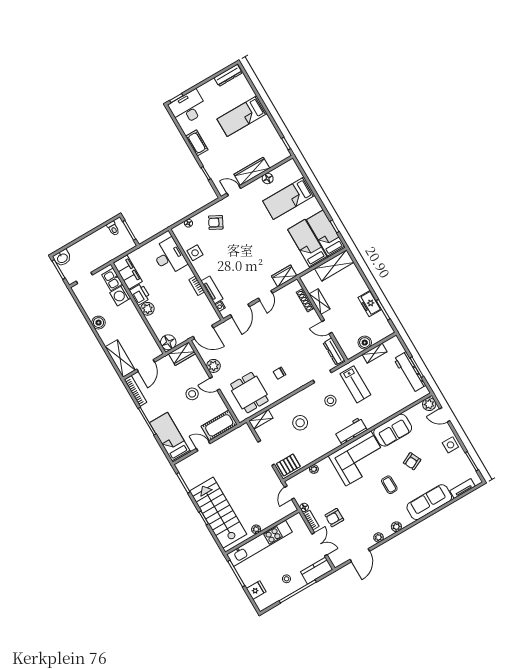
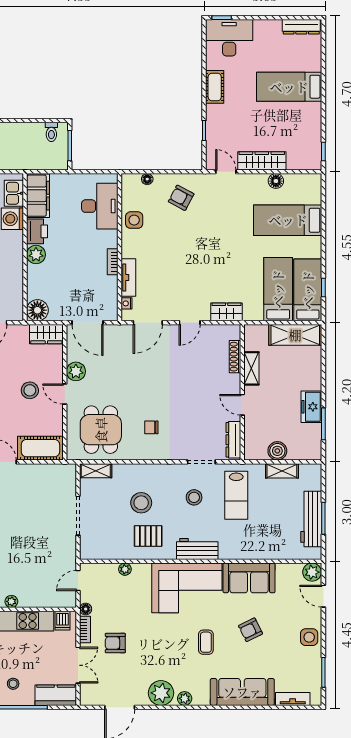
pallet: (288, 465) -> (148, 536), moved
dishwasher: (294, 523) -> (62, 621), added
plant: (379, 537) -> (161, 693), width x1.87, depth x1.87

